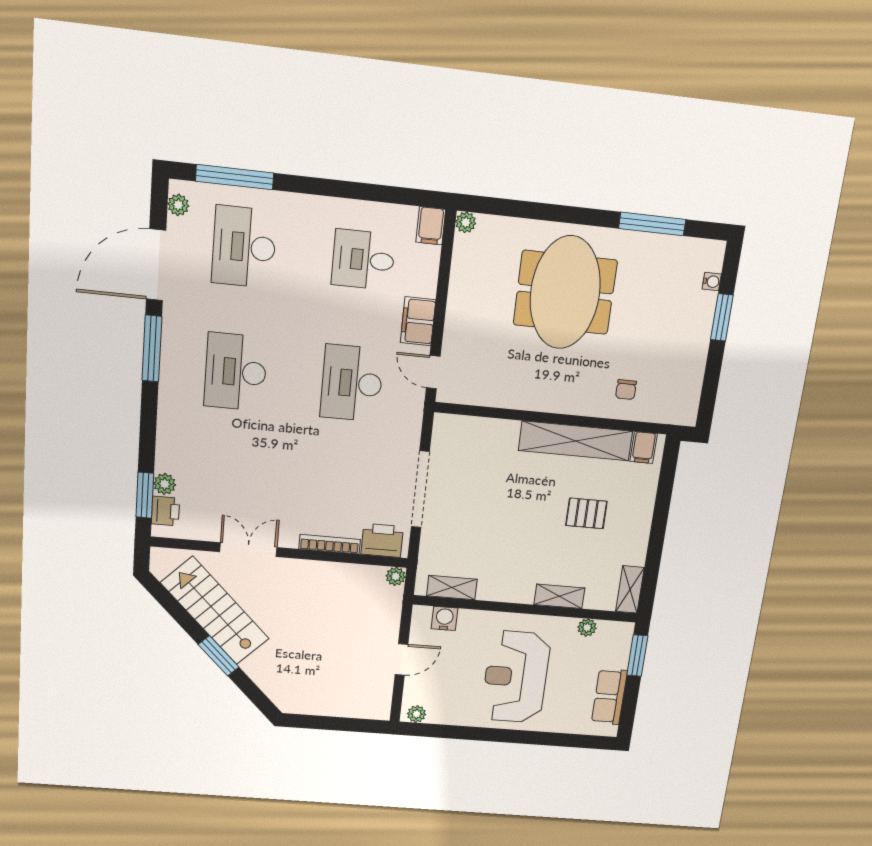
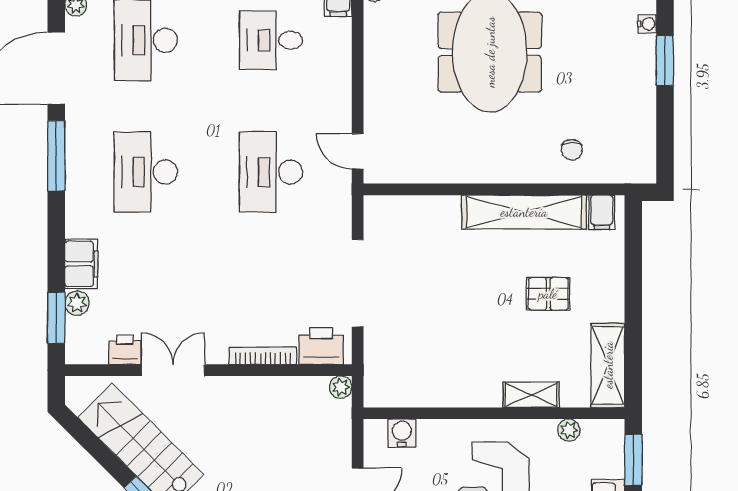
filing cabinet: (418, 321) -> (81, 264), moved, turned 180
printer: (165, 511) -> (125, 350), moved, turned -90
shelving: (452, 588) -> (406, 395), removed
shelving: (630, 589) -> (608, 365), width x1.50, depth x1.33

